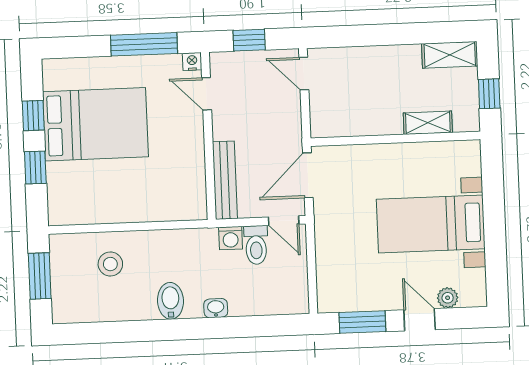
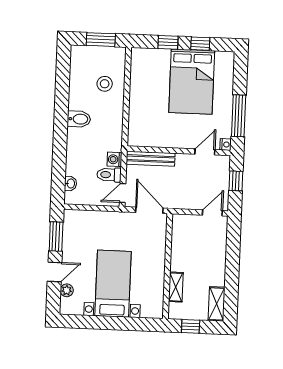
washbasin: (216, 308) -> (70, 184), moved

